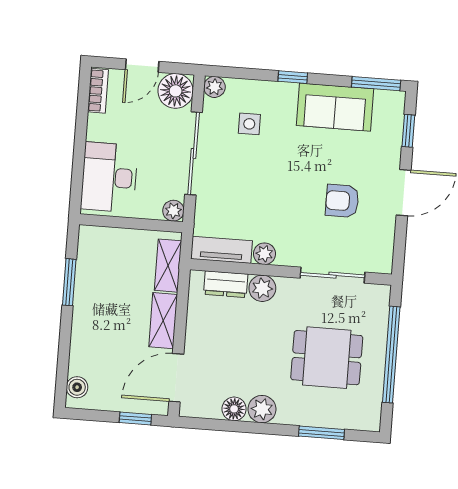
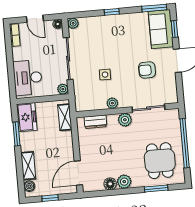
door: (142, 66) -> (35, 19), hinge flipped
floor lamp: (176, 91) -> (58, 24), width x0.53, depth x0.53
sofa: (335, 107) -> (161, 29), moved, turned 90
side table: (249, 124) -> (105, 75), moved
tv unit: (221, 250) -> (90, 105), removed
freezer: (95, 253) -> (27, 117), added
plant: (262, 288) -> (125, 120), moved
shelving: (163, 321) -> (28, 166), moved
dining table: (327, 358) -> (160, 161), moved, turned 90
window: (135, 418) -> (50, 198), moved

